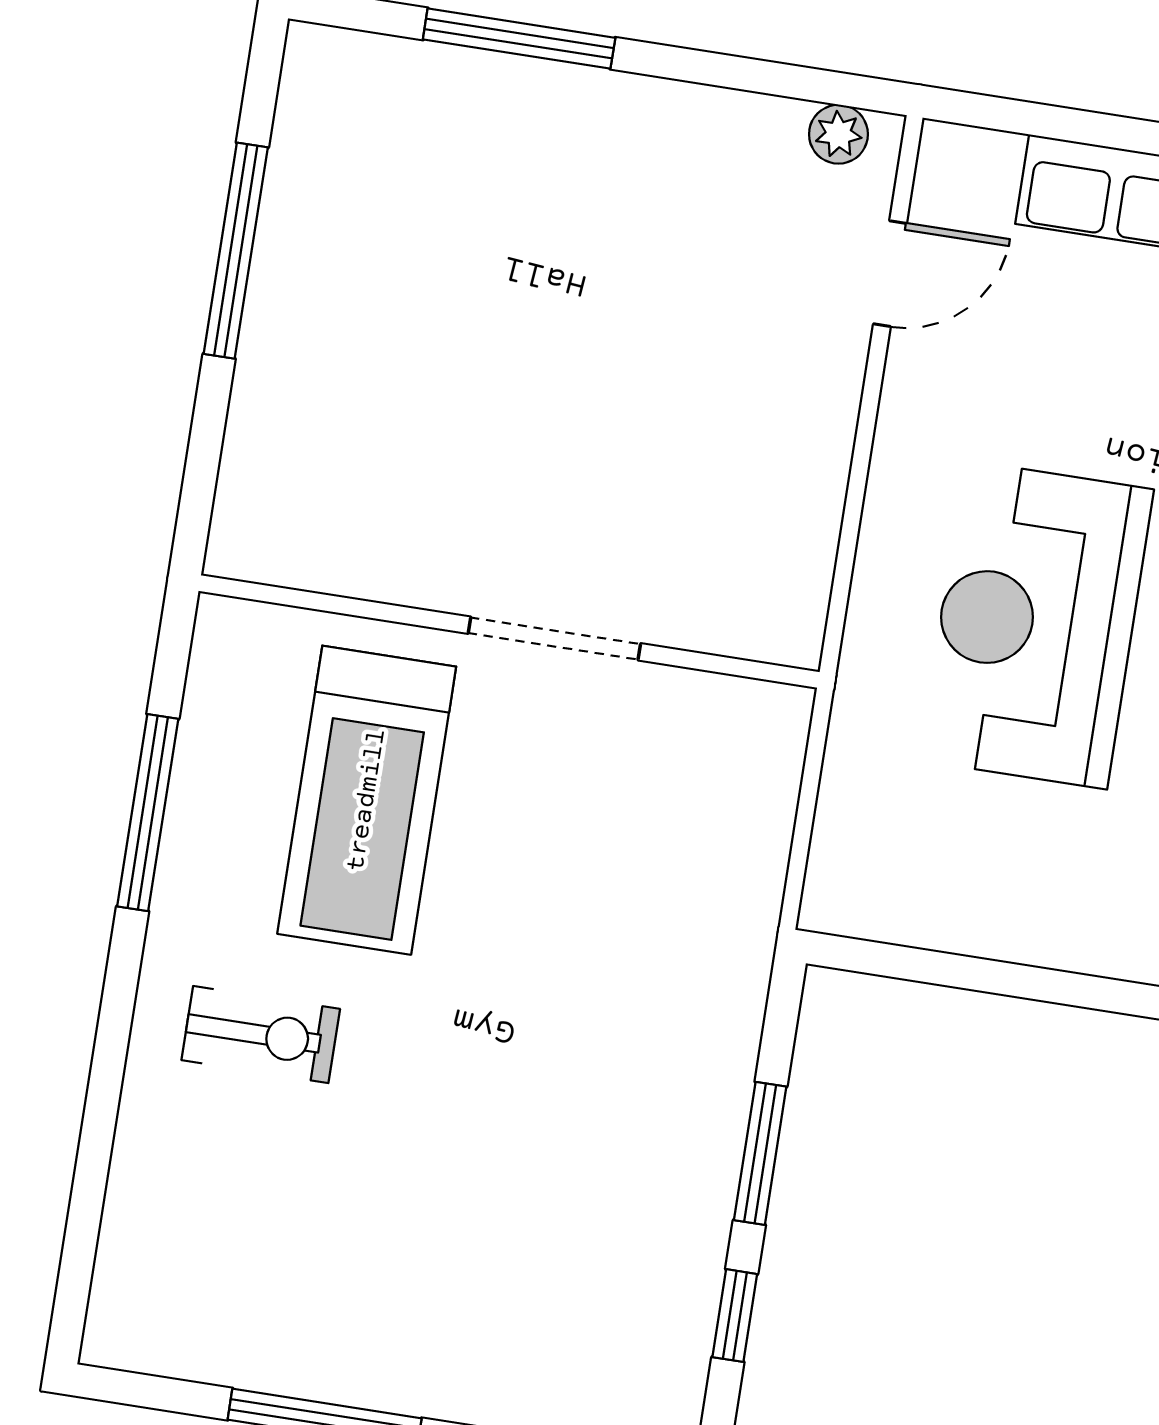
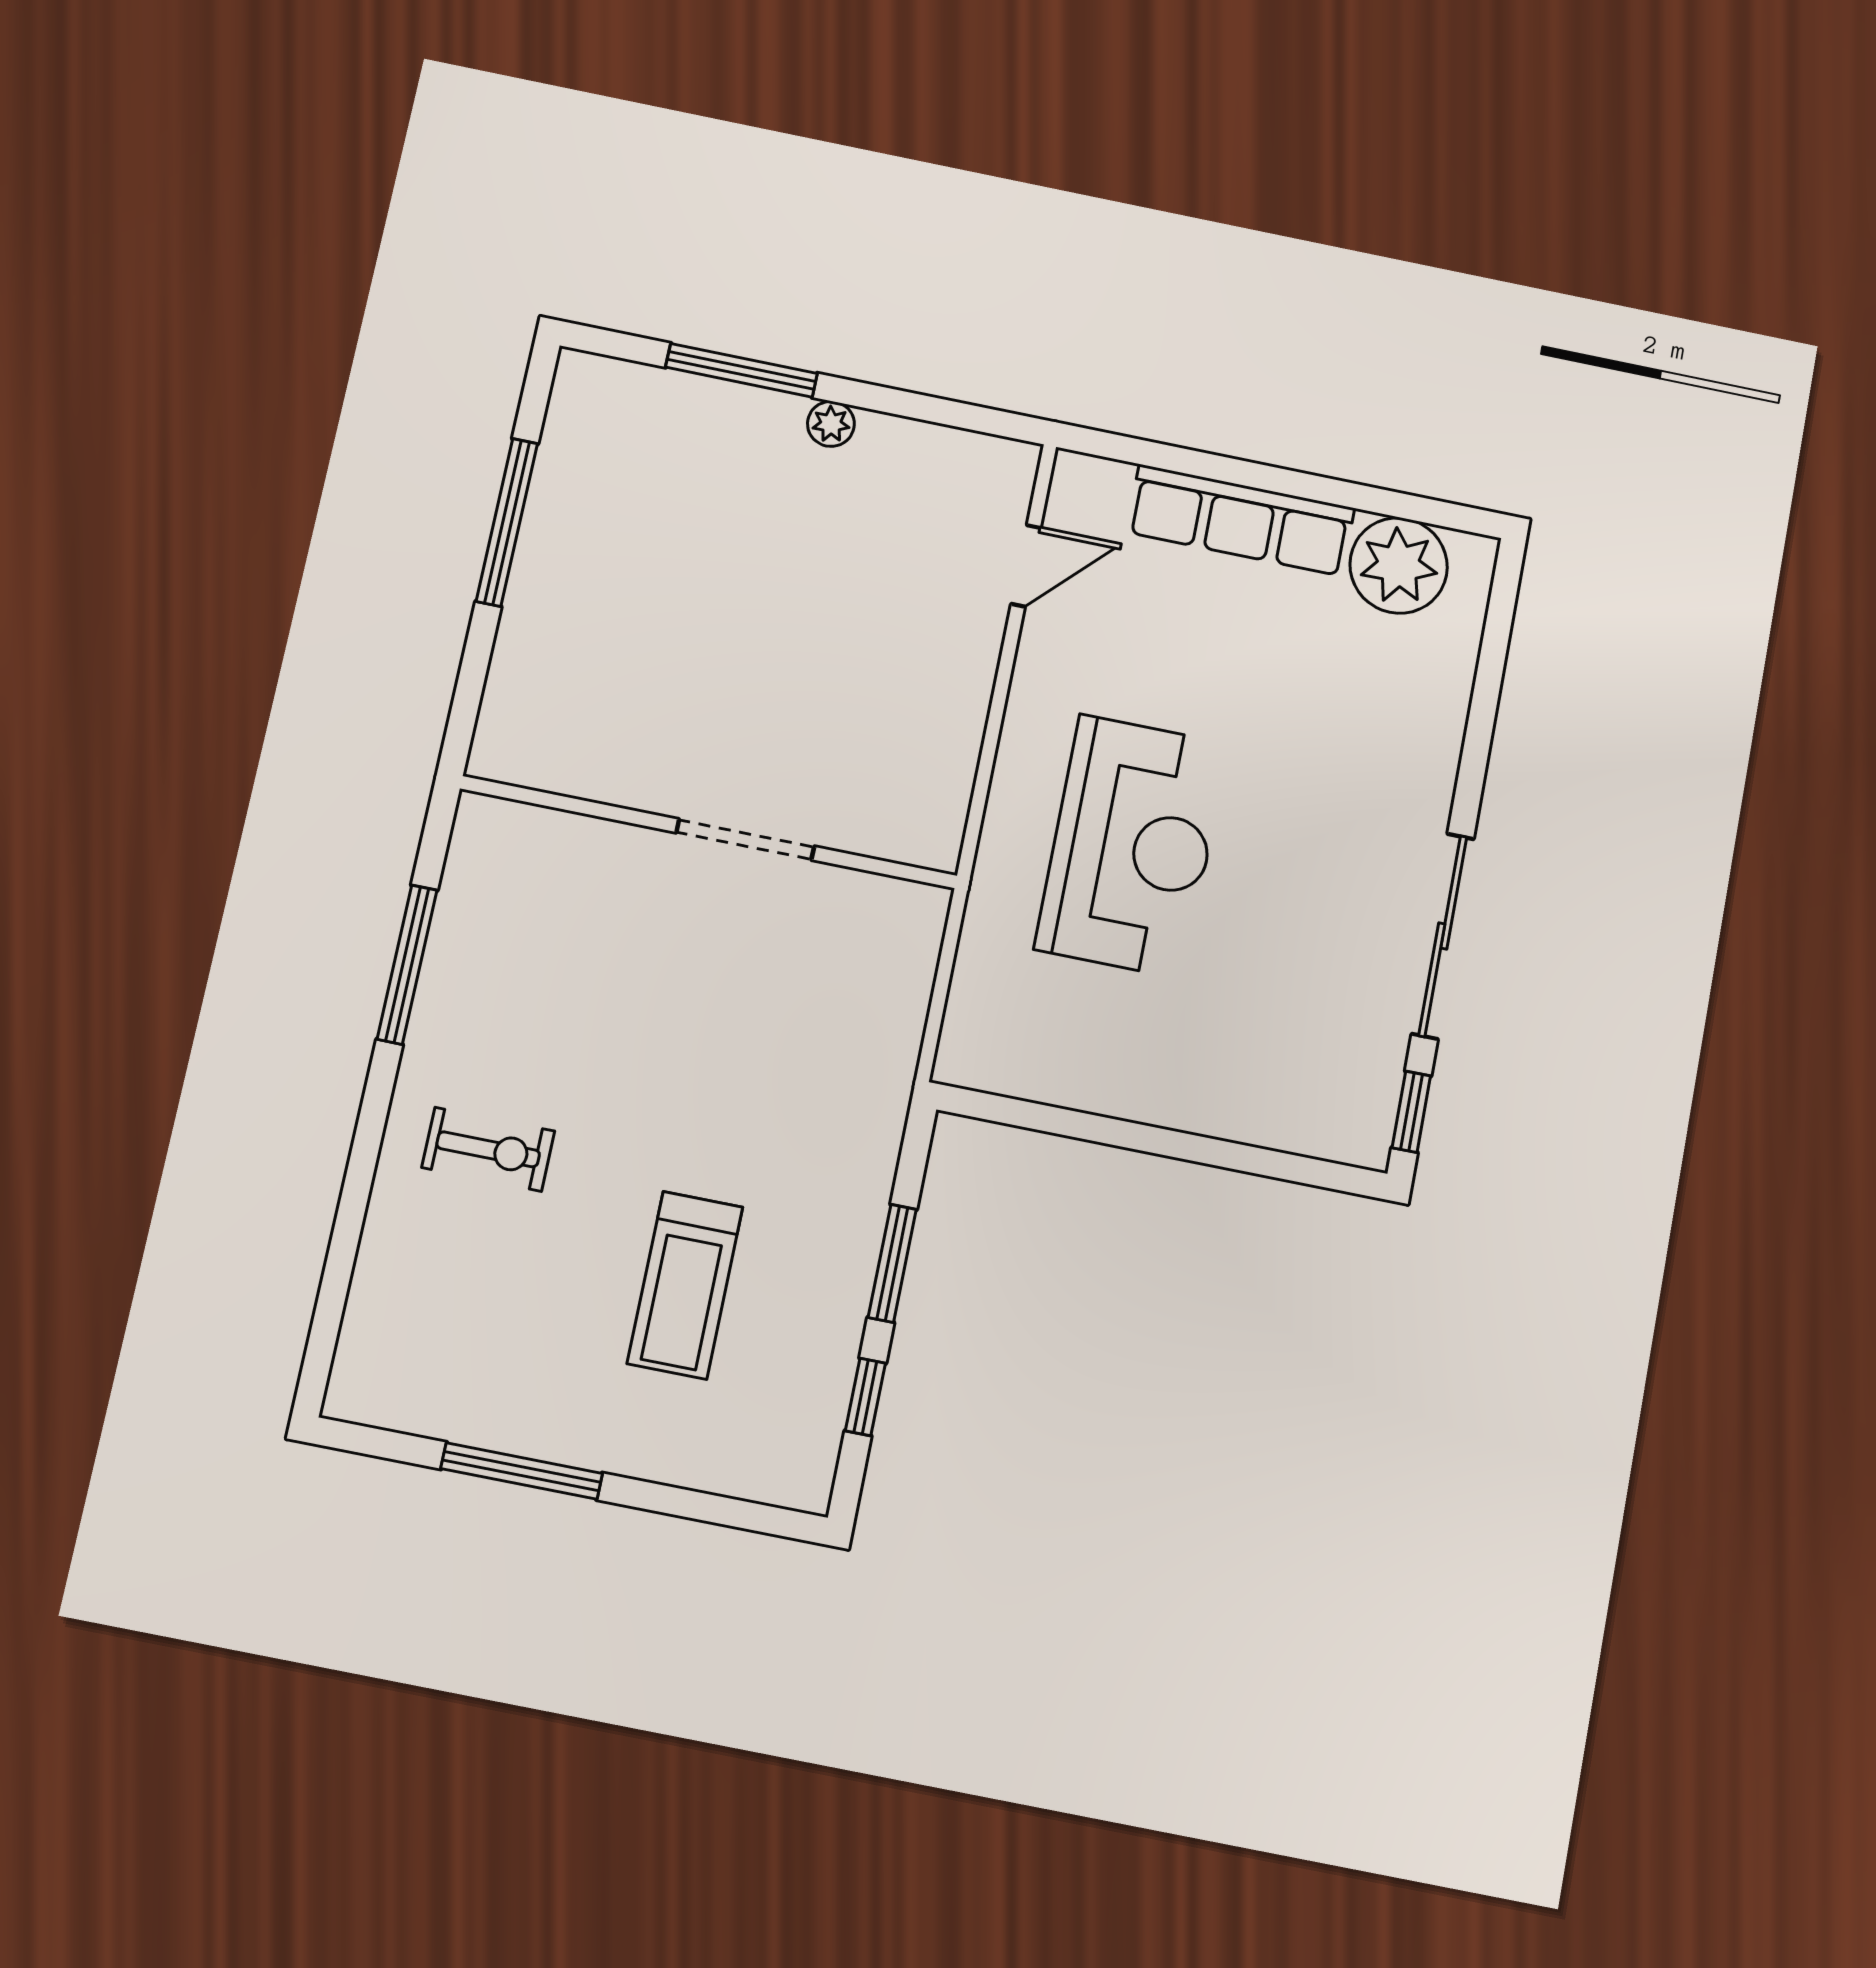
plant: (838, 134) -> (831, 424), moved
reception desk: (1036, 625) -> (1132, 846), turned 180
treadmill: (367, 800) -> (685, 1285), moved, width x0.73, depth x0.73

